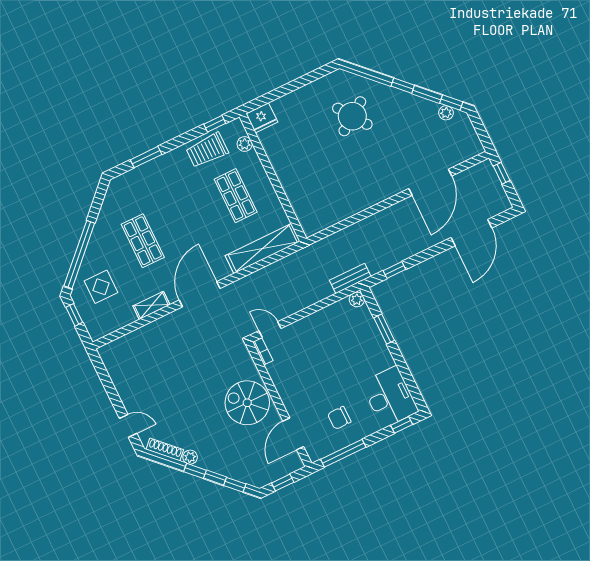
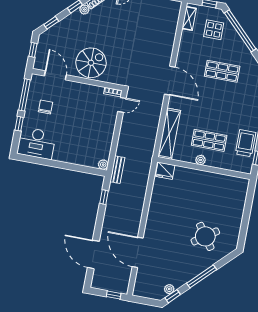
window: (403, 86) -> (202, 276), width x2.17
fridge: (262, 118) -> (165, 171), moved, turned -90
plant: (245, 144) -> (201, 160), moved
shelving: (151, 305) -> (189, 18), moved
window: (384, 329) -> (76, 168), removed
window: (402, 425) -> (19, 124), moved

